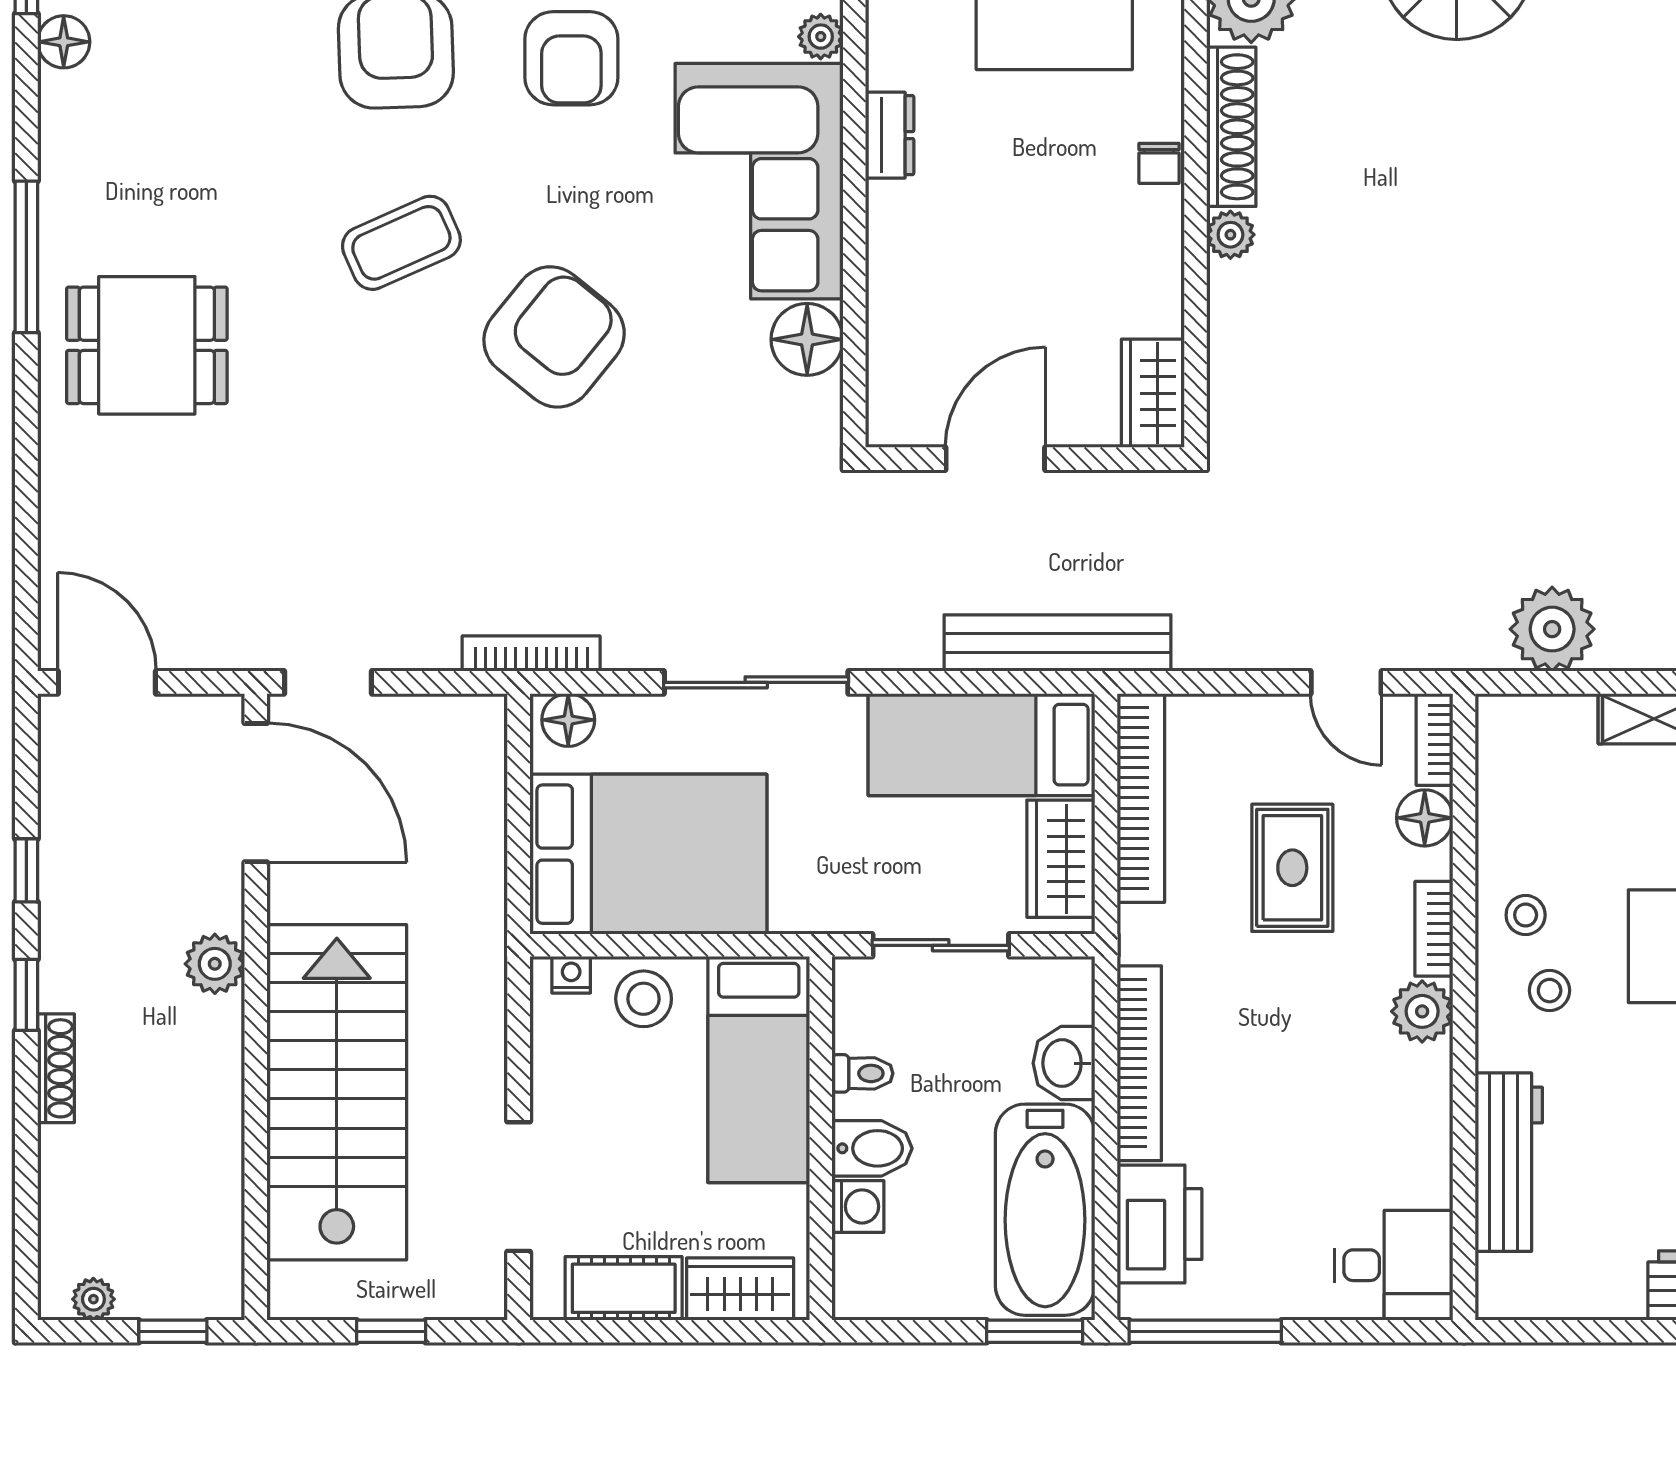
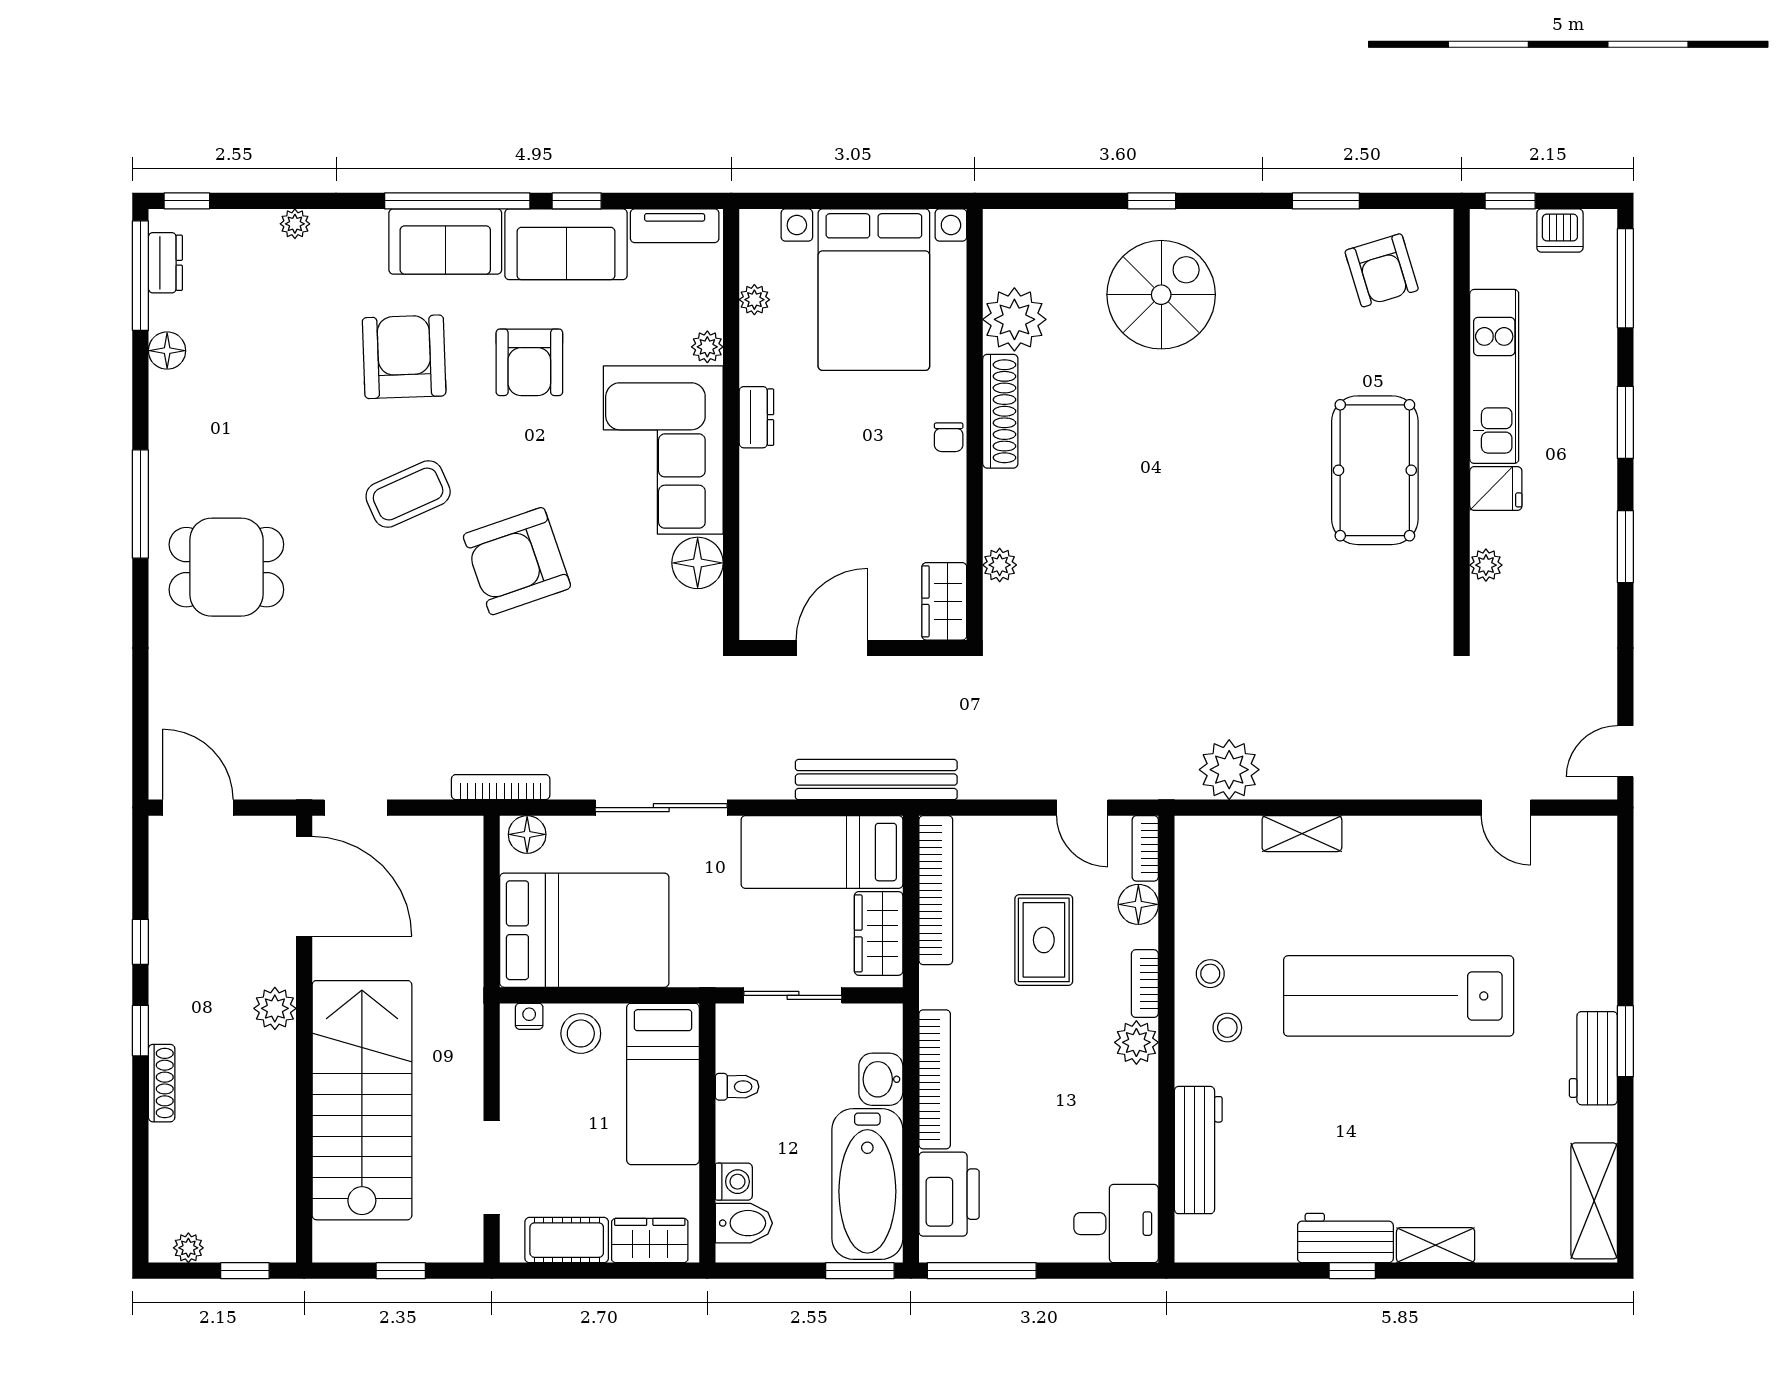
plant: (1230, 235) -> (1000, 565), moved
armchair: (554, 337) -> (517, 561), turned -148
bidet: (872, 1148) -> (744, 1223), moved

